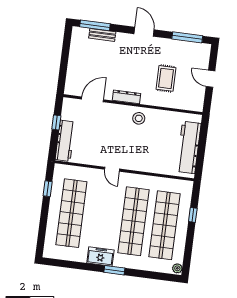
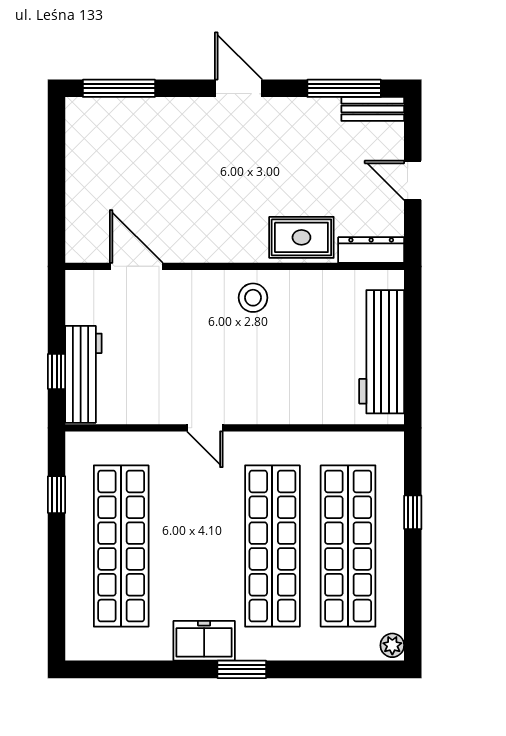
bench: (102, 35) -> (373, 109), moved
rug: (166, 78) -> (301, 237), moved, turned 90
dresser: (127, 97) -> (371, 250), moved
door: (93, 99) -> (136, 266), hinge flipped
window: (56, 122) -> (57, 371), moved

